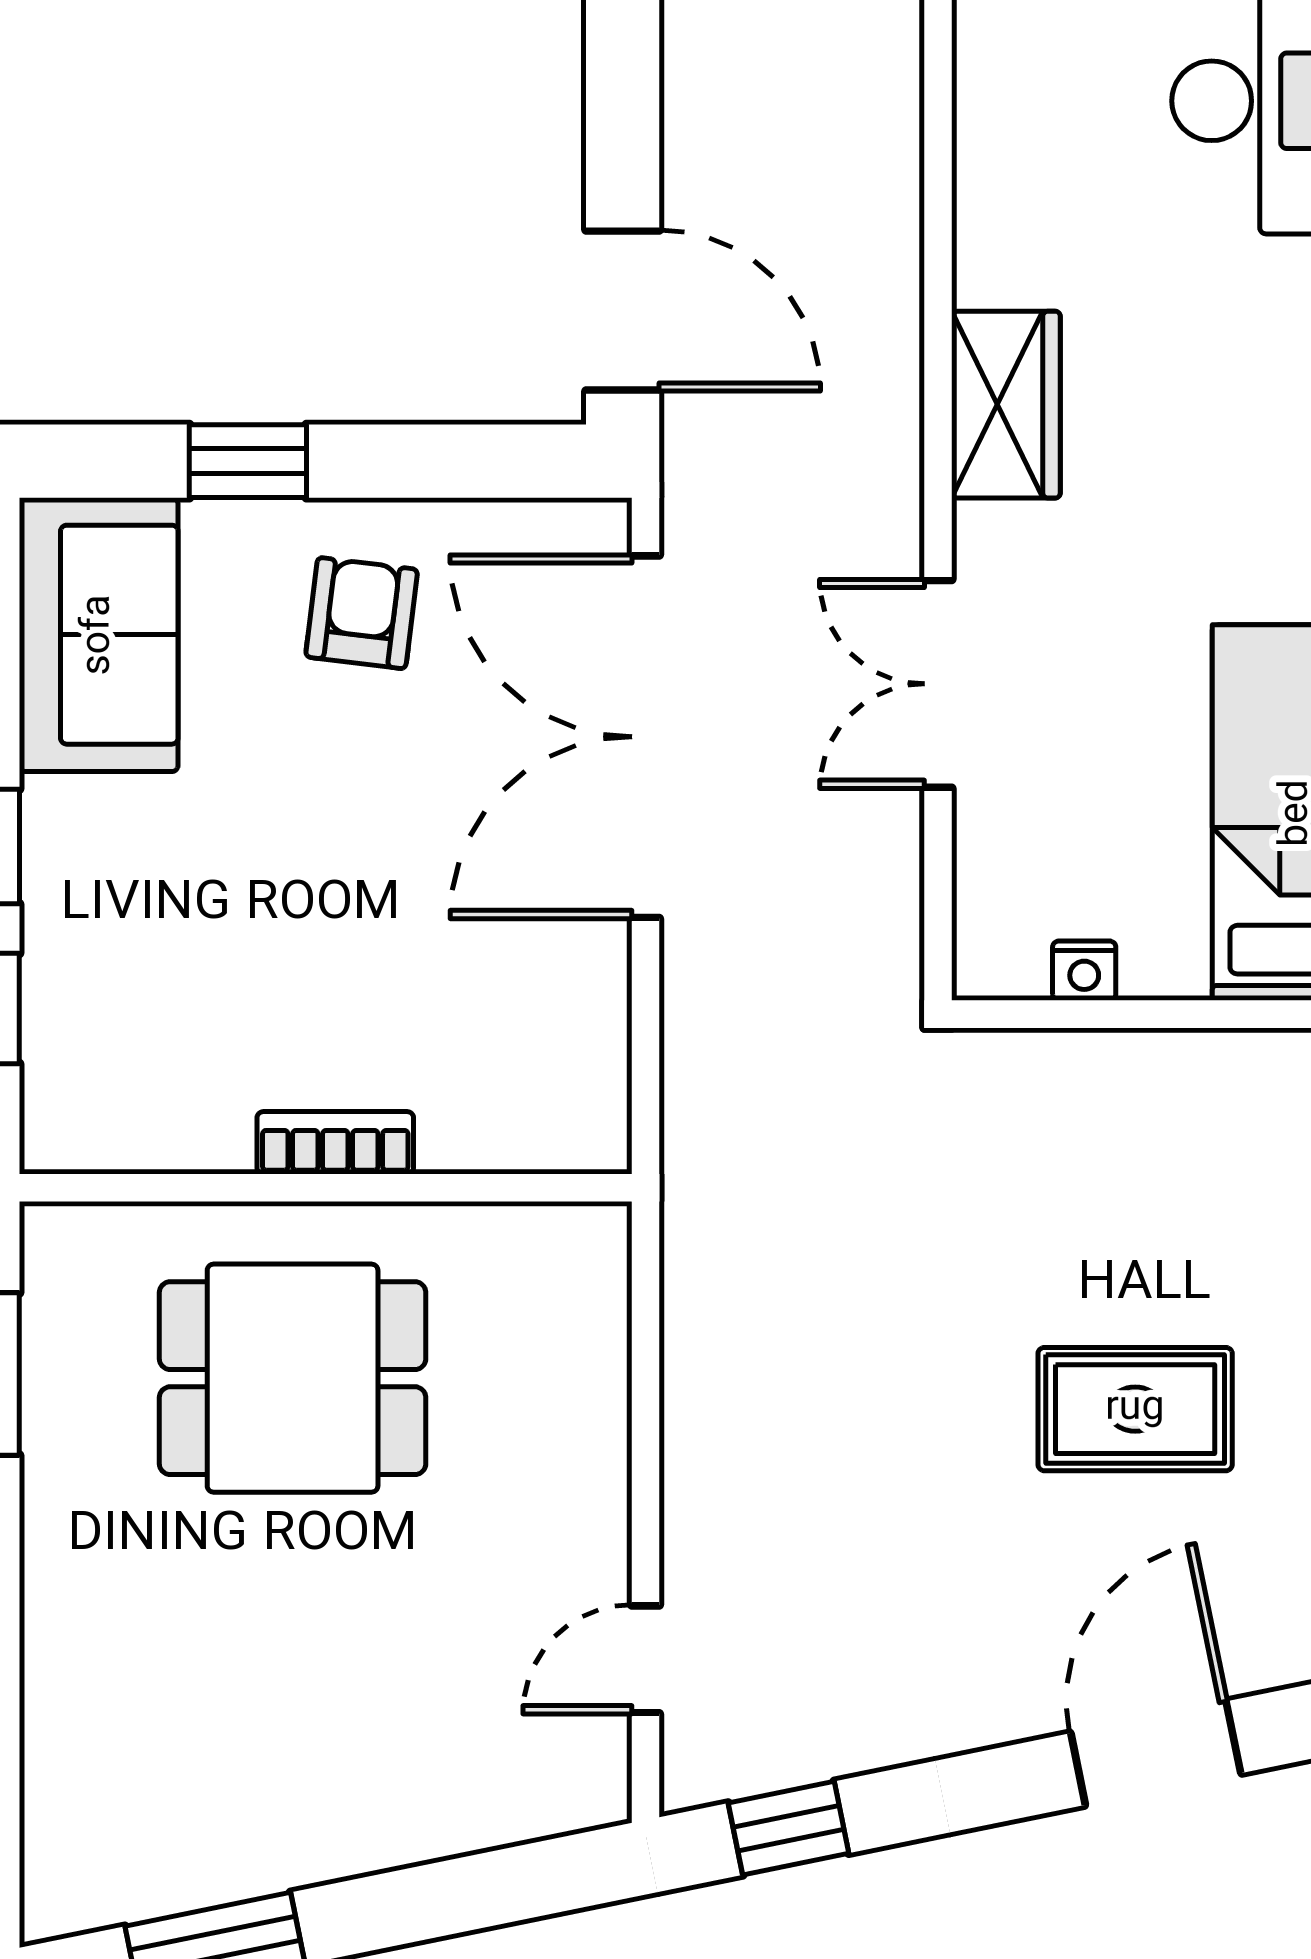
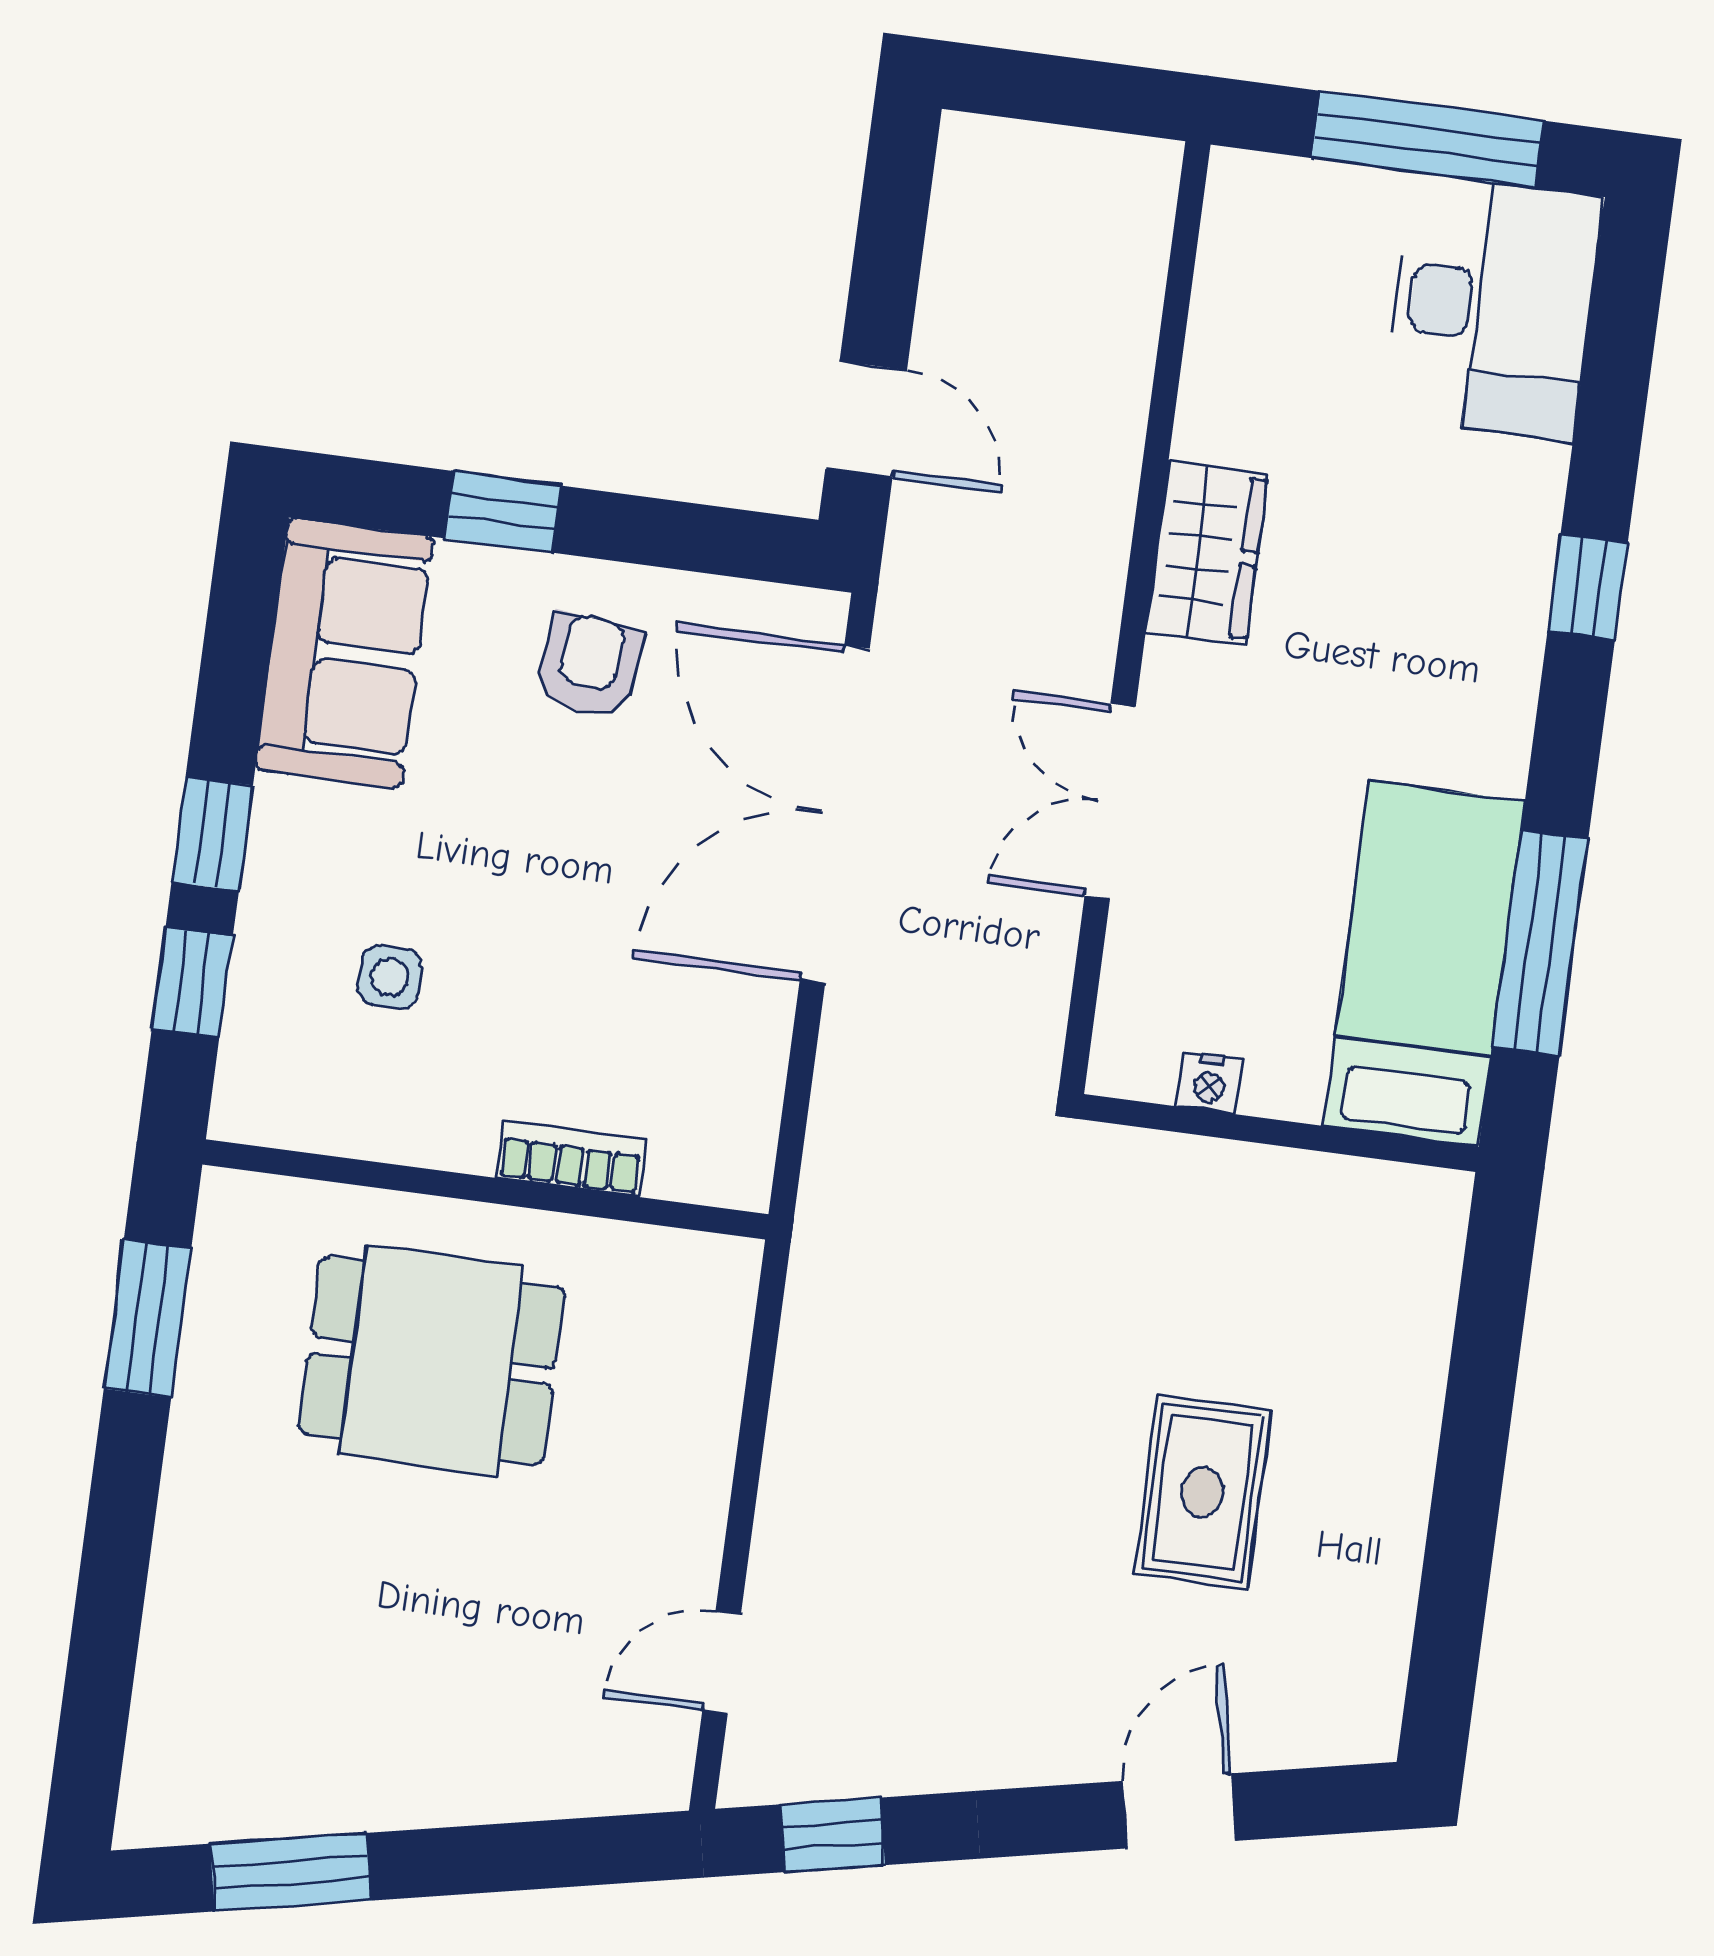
door: (623, 310) -> (866, 420), width x0.73
side table: (193, 974) -> (390, 977), added
bookcase: (335, 1143) -> (571, 1159), moved
rug: (1135, 1409) -> (1202, 1492), turned 90
door: (1156, 1753) -> (1179, 1811), width x0.73

